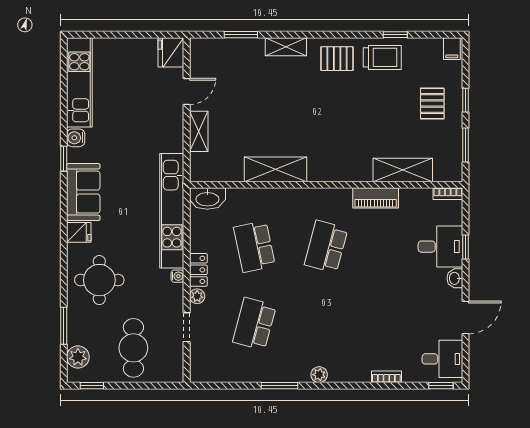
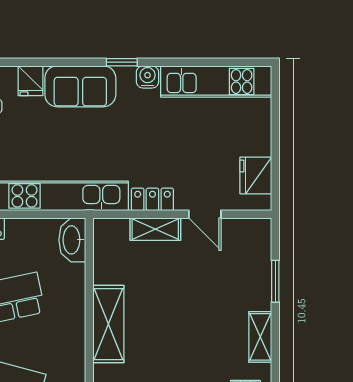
fridge: (171, 52) -> (256, 176), moved, turned -90
locker: (175, 134) -> (152, 199), added

